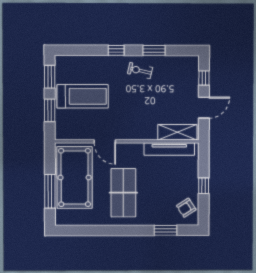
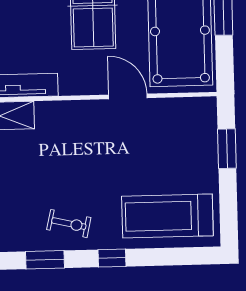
window: (50, 77) -> (228, 208), removed
treadmill: (83, 96) -> (167, 216), moved

